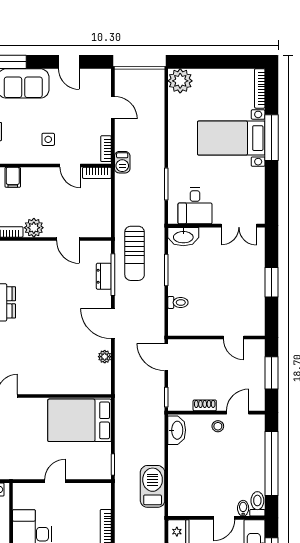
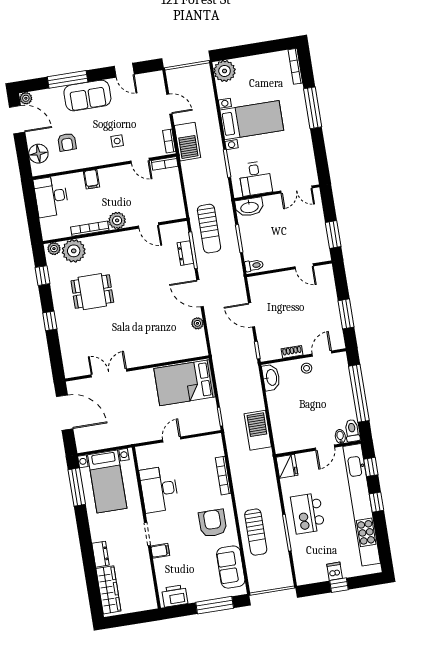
bed with nightstands: (231, 138) -> (252, 120), moved, turned 180
barbecue: (122, 162) -> (187, 142), width x1.88, depth x1.53
wall: (216, 337) -> (289, 269), moved
door: (234, 337) -> (304, 266), moved

